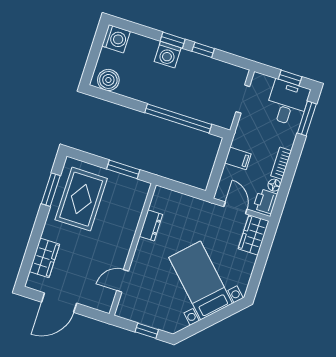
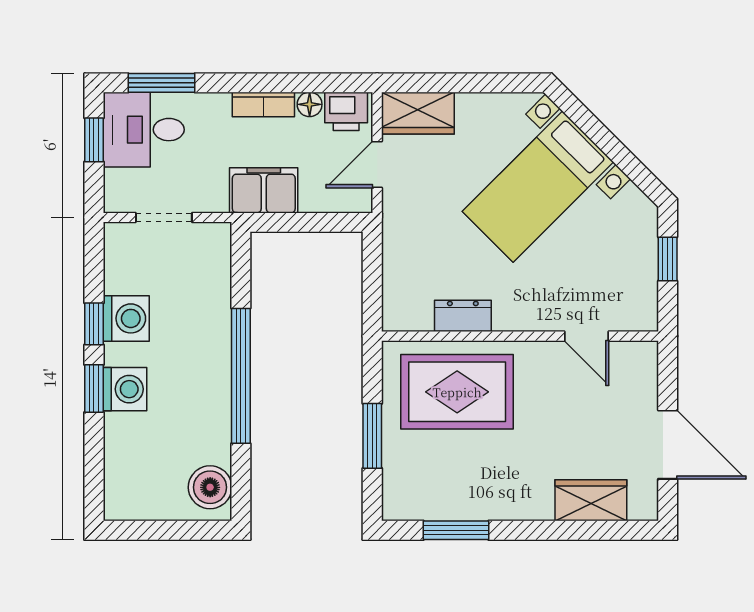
washing machine: (116, 39) -> (126, 318), moved, turned 90
window: (178, 119) -> (241, 376), moved
filing cabinet: (238, 158) -> (264, 190), width x2.00
window: (123, 169) -> (372, 436), moved
rug: (81, 199) -> (457, 392), moved

